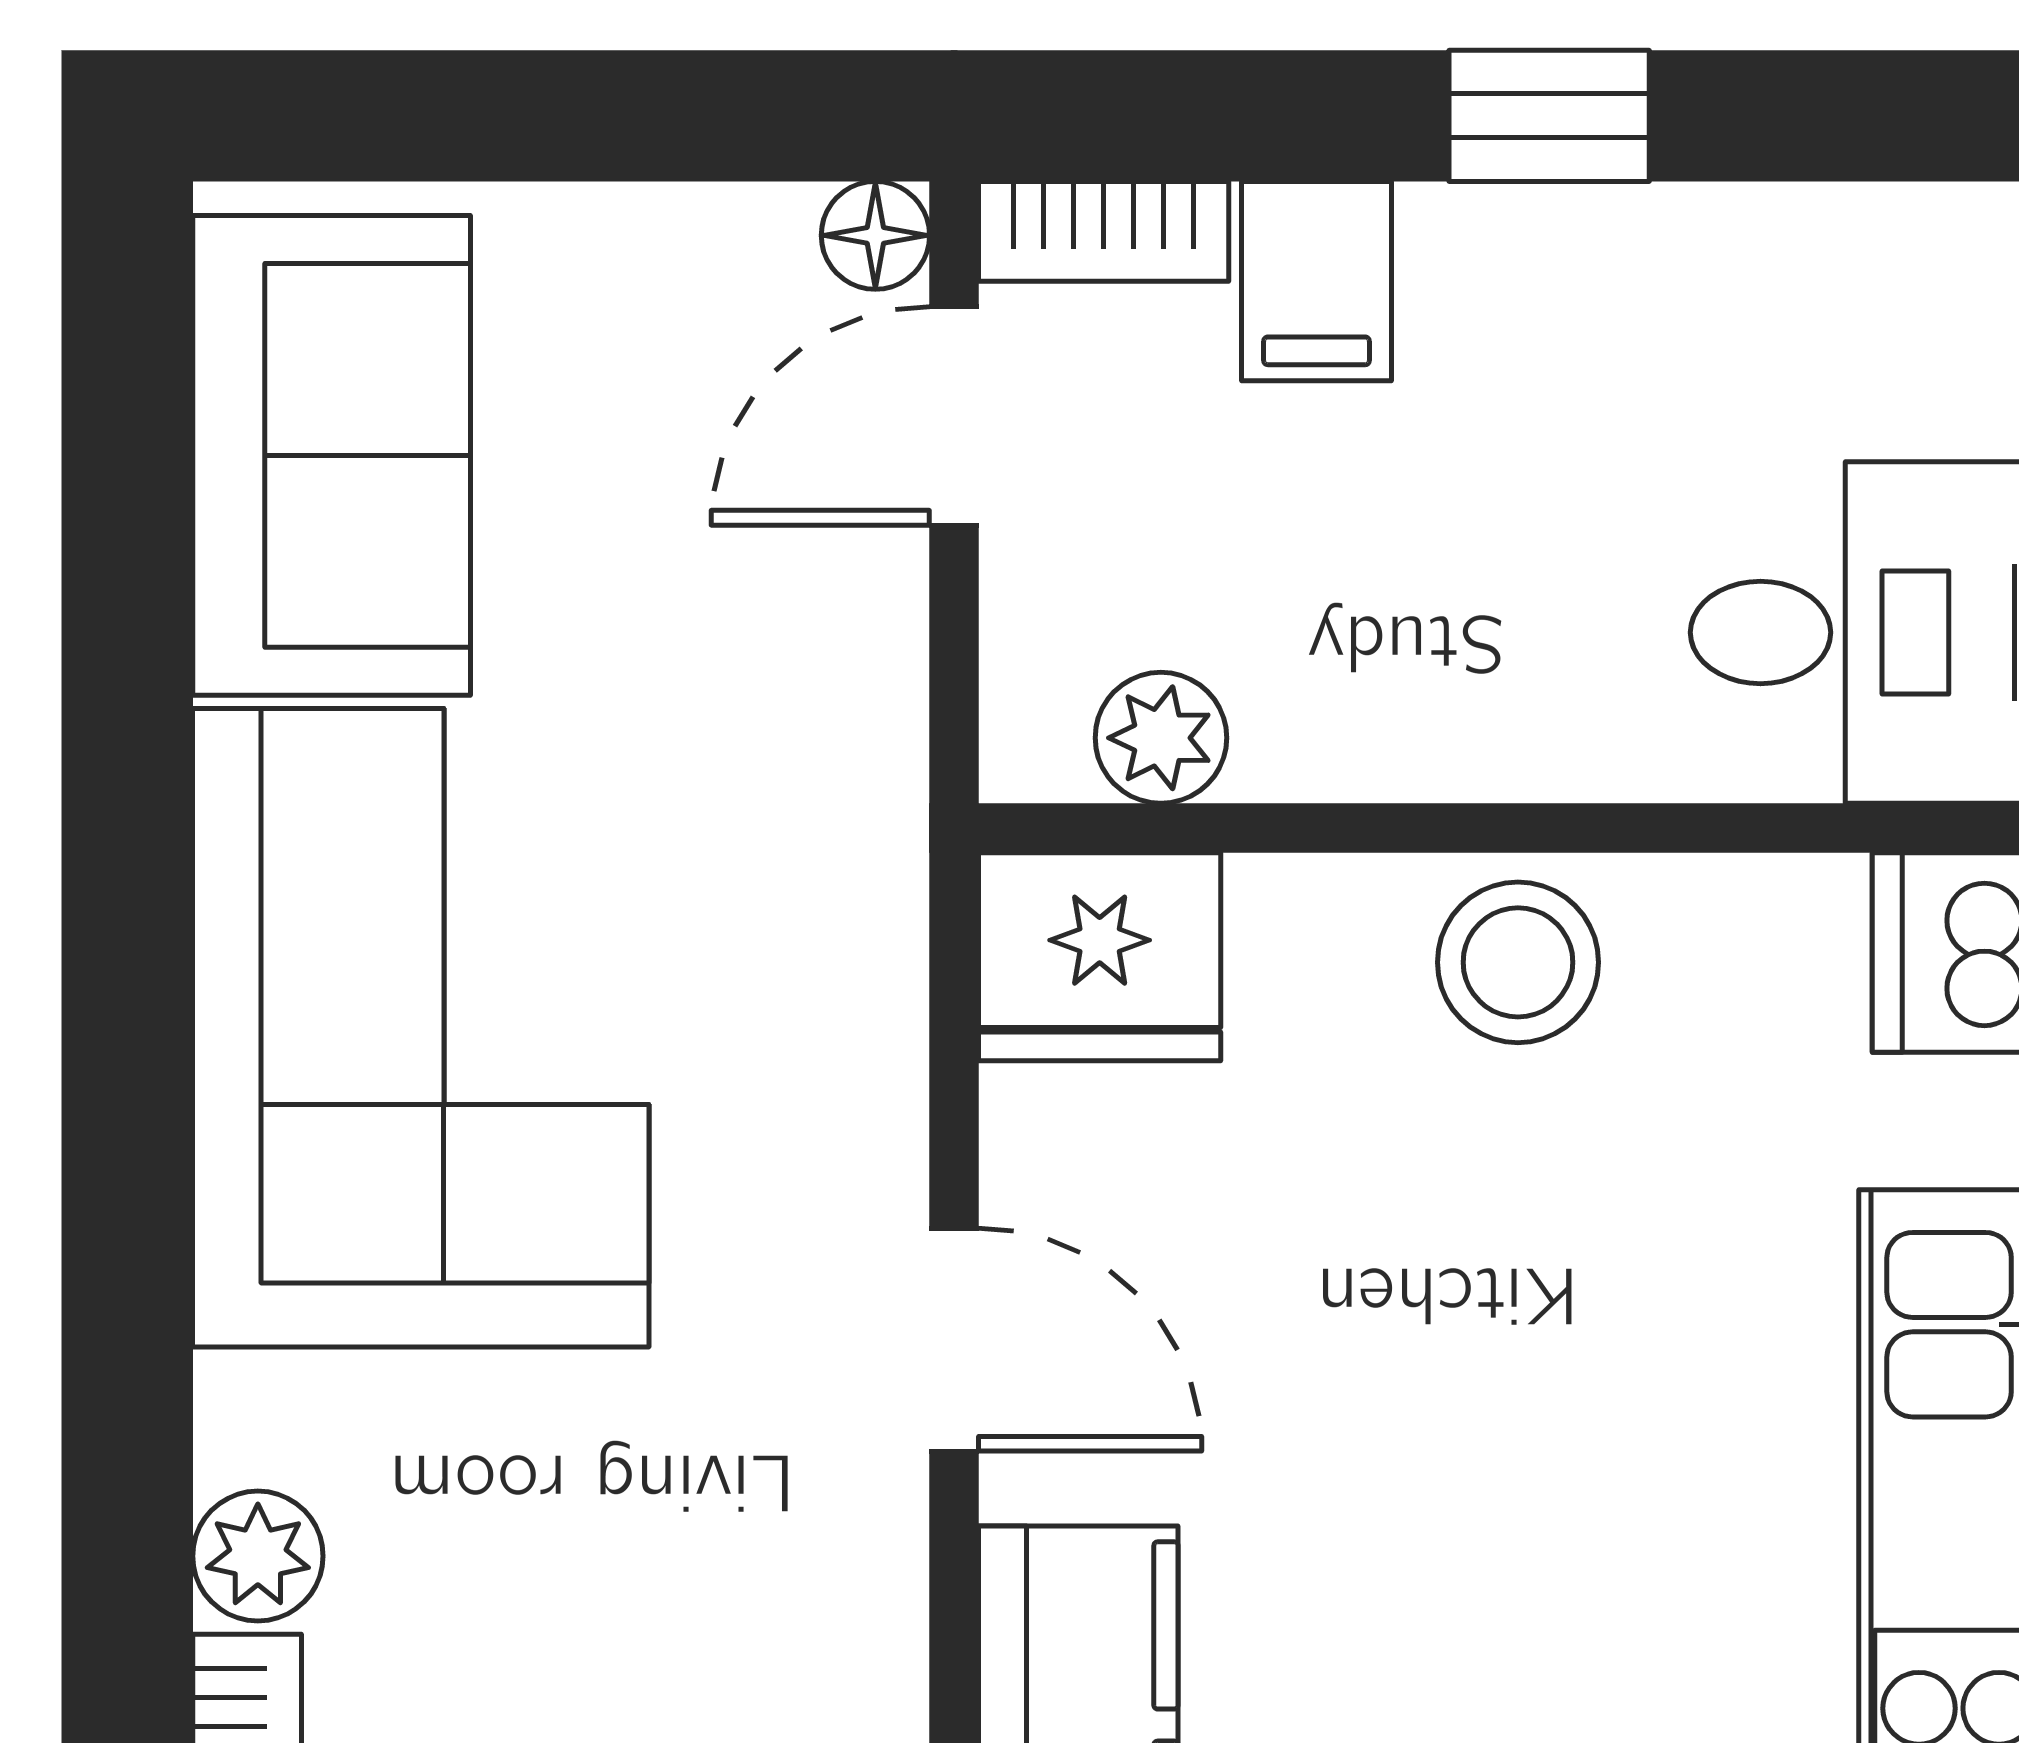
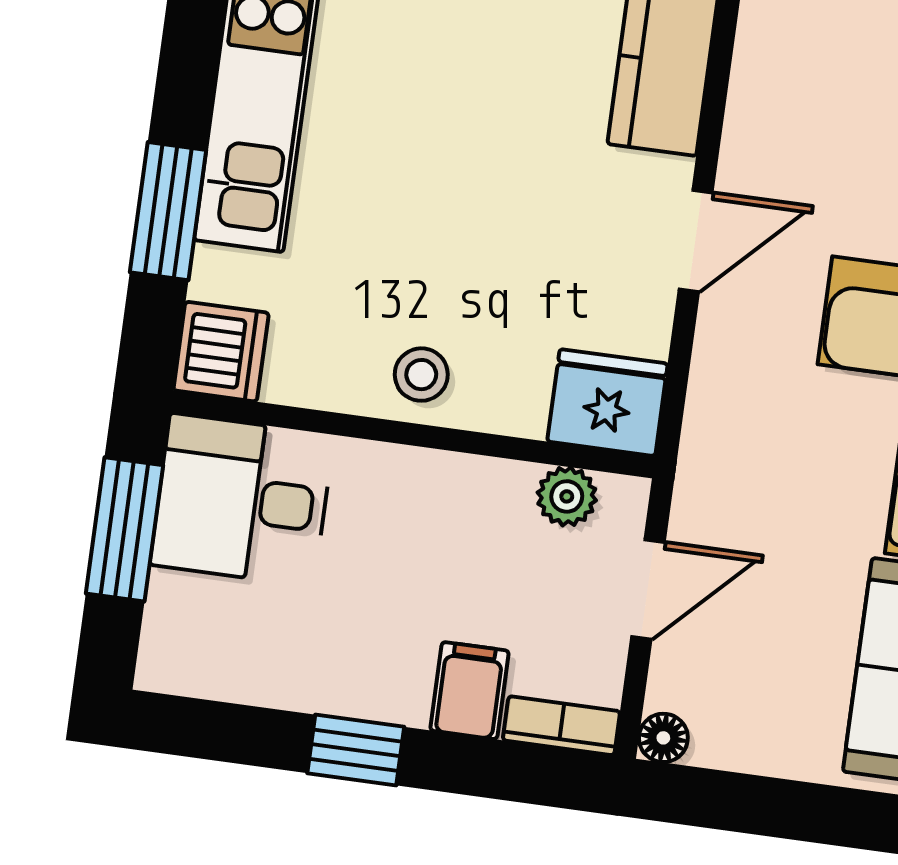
door: (954, 416) -> (648, 589), moved
stool: (1518, 962) -> (421, 375), width x0.73, depth x0.73
door: (954, 1340) -> (696, 241), swing flipped

